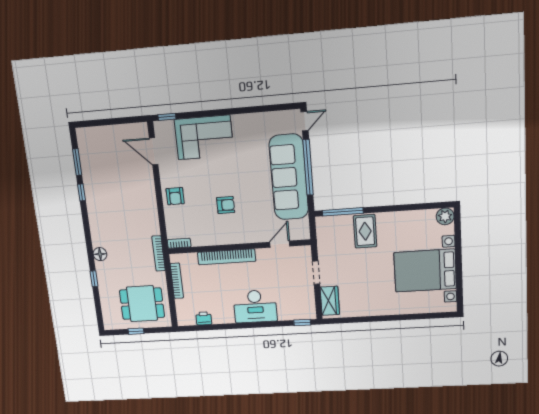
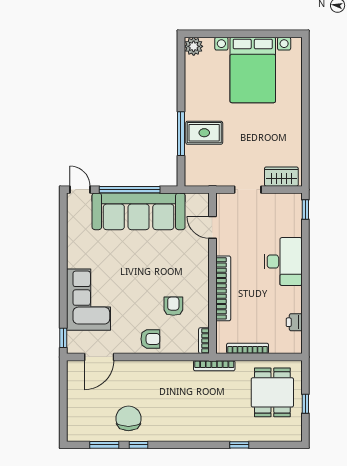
chair: (103, 182) -> (128, 418), added
armchair: (226, 205) -> (173, 306), moved
window: (343, 212) -> (181, 134), moved
floor lamp: (100, 254) -> (211, 434), removed

